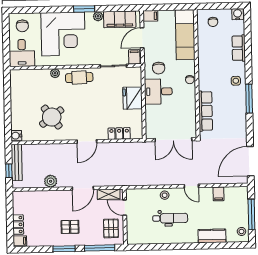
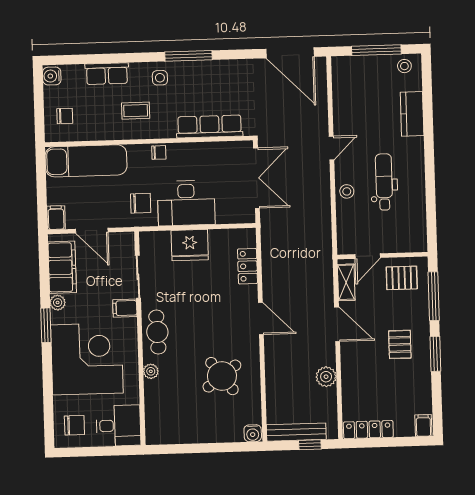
filing cabinet: (134, 57) -> (125, 308), moved
coffee table: (216, 66) -> (136, 111), added
desk: (158, 91) -> (186, 203), width x1.37
filing cabinet: (218, 194) -> (344, 104), removed
locker: (18, 225) -> (368, 430), moved, width x1.53

